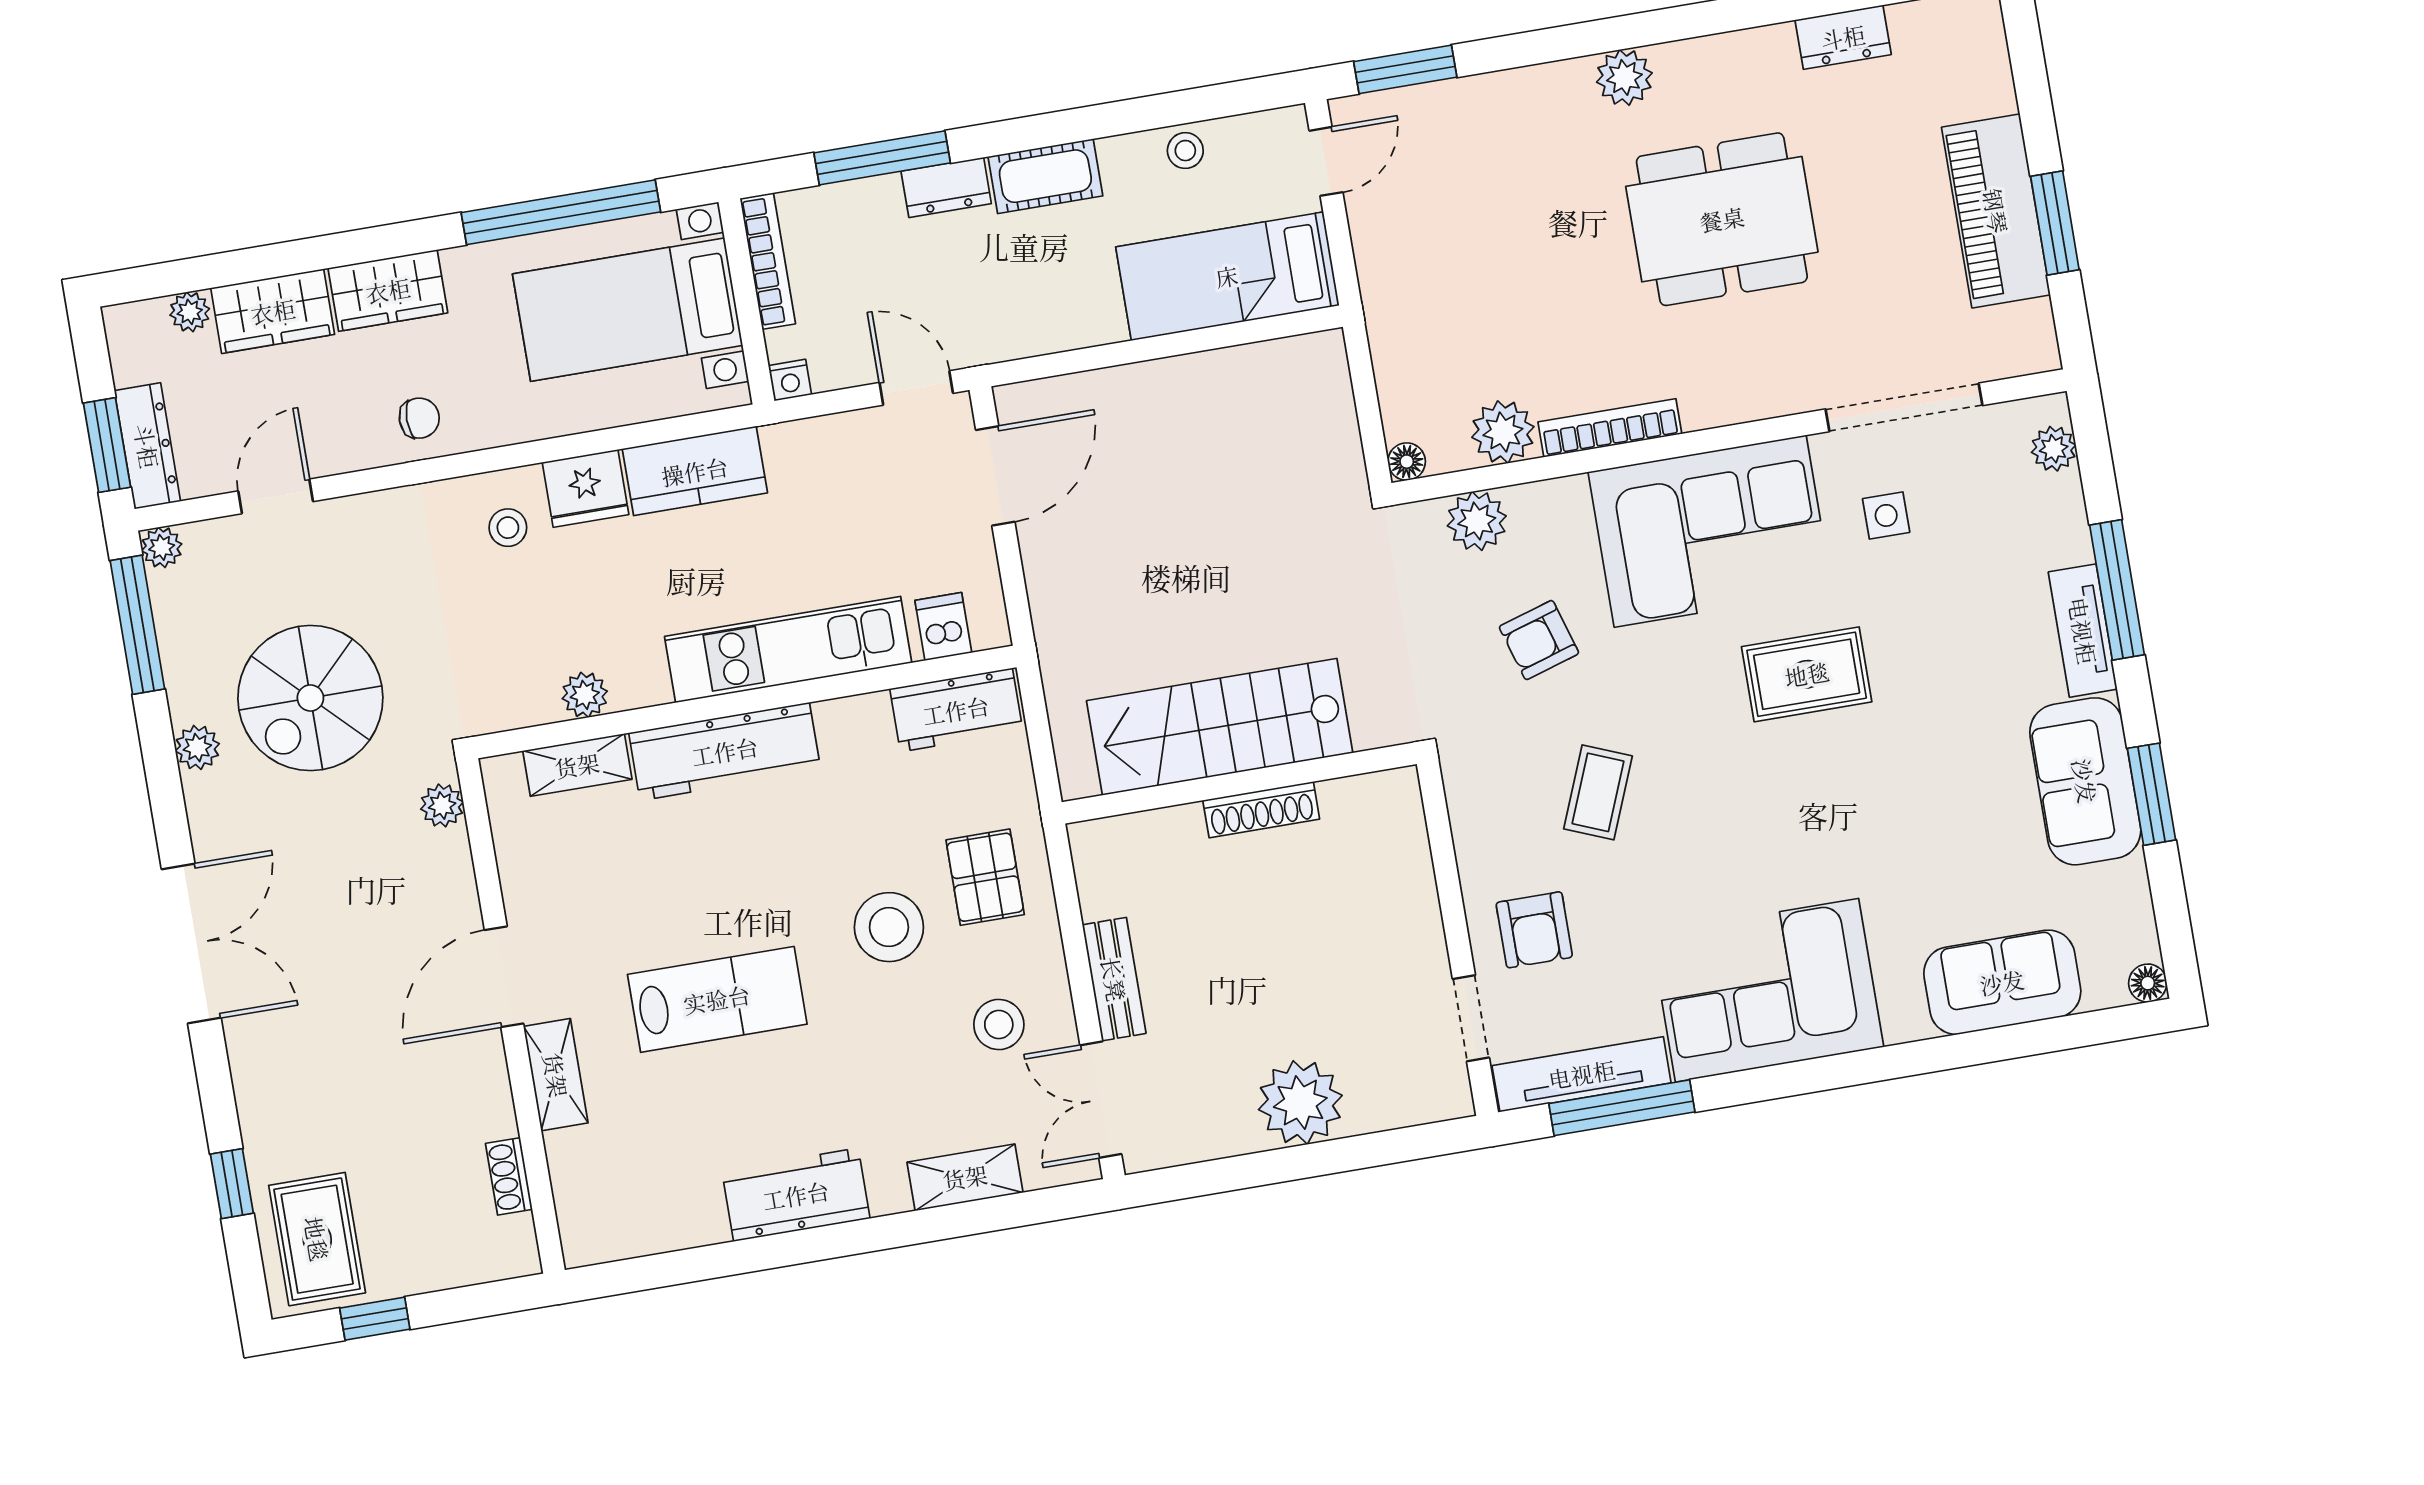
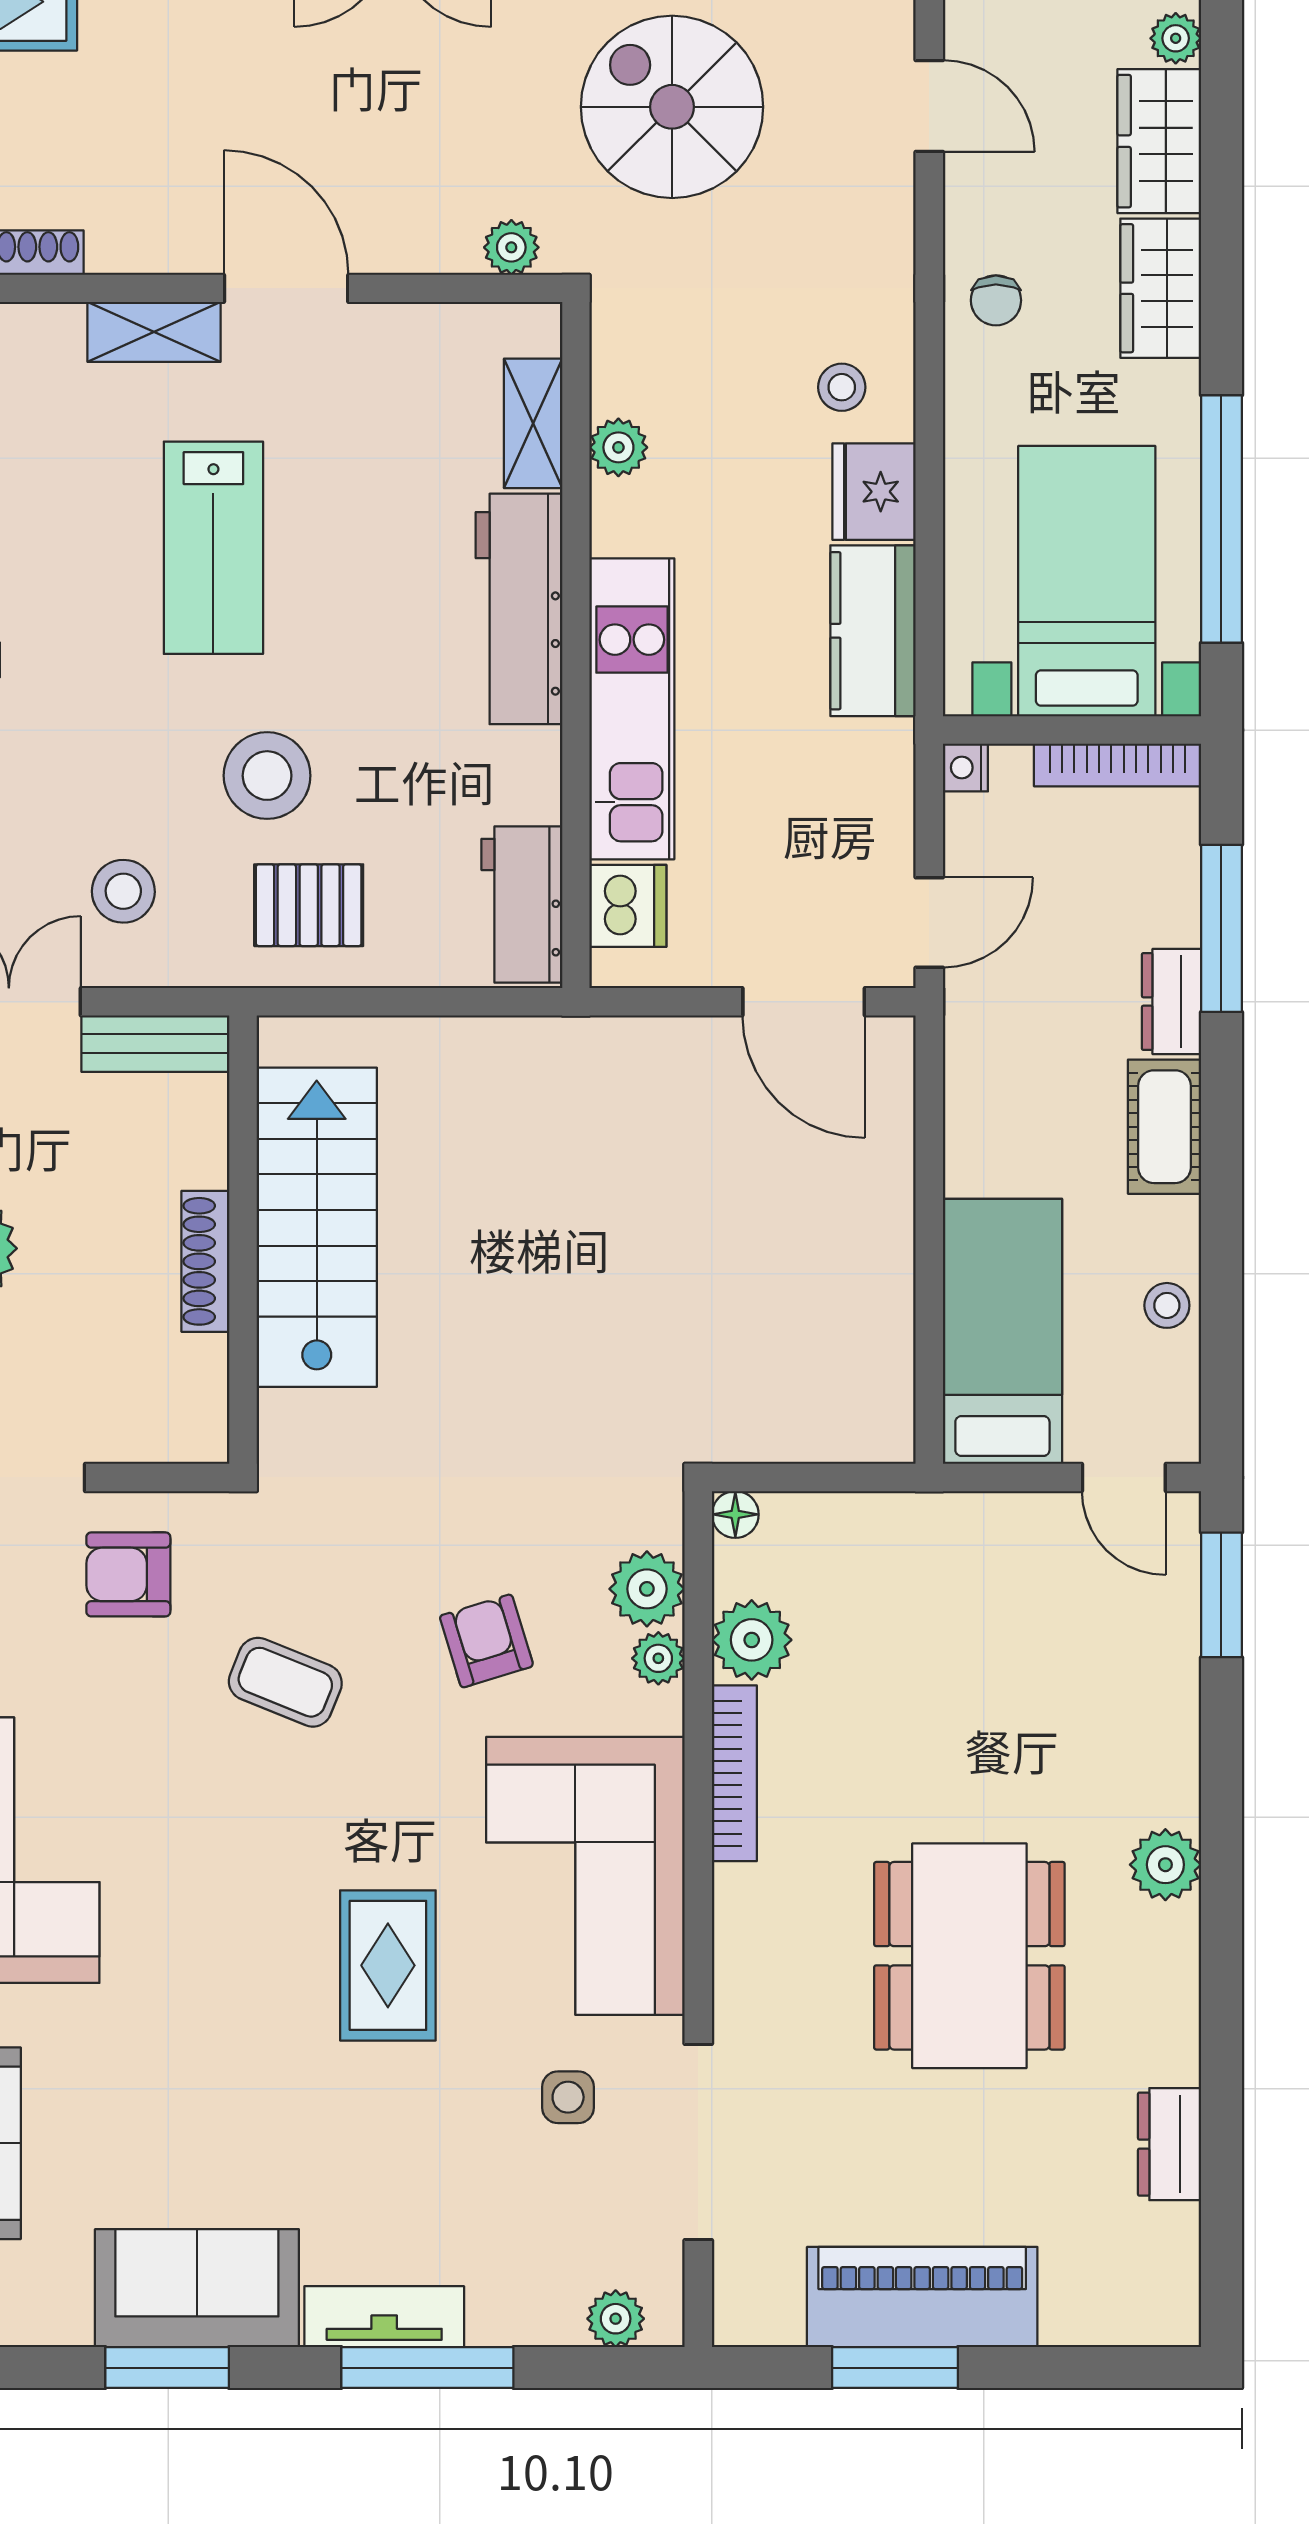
plant: (1530, 503) -> (658, 1658), added
dishwasher: (943, 627) -> (628, 906), width x1.38
stairs: (1220, 727) -> (317, 1227), moved
wall: (1239, 783) -> (243, 1240), moved
shoe rack: (1261, 810) -> (205, 1261), moved

